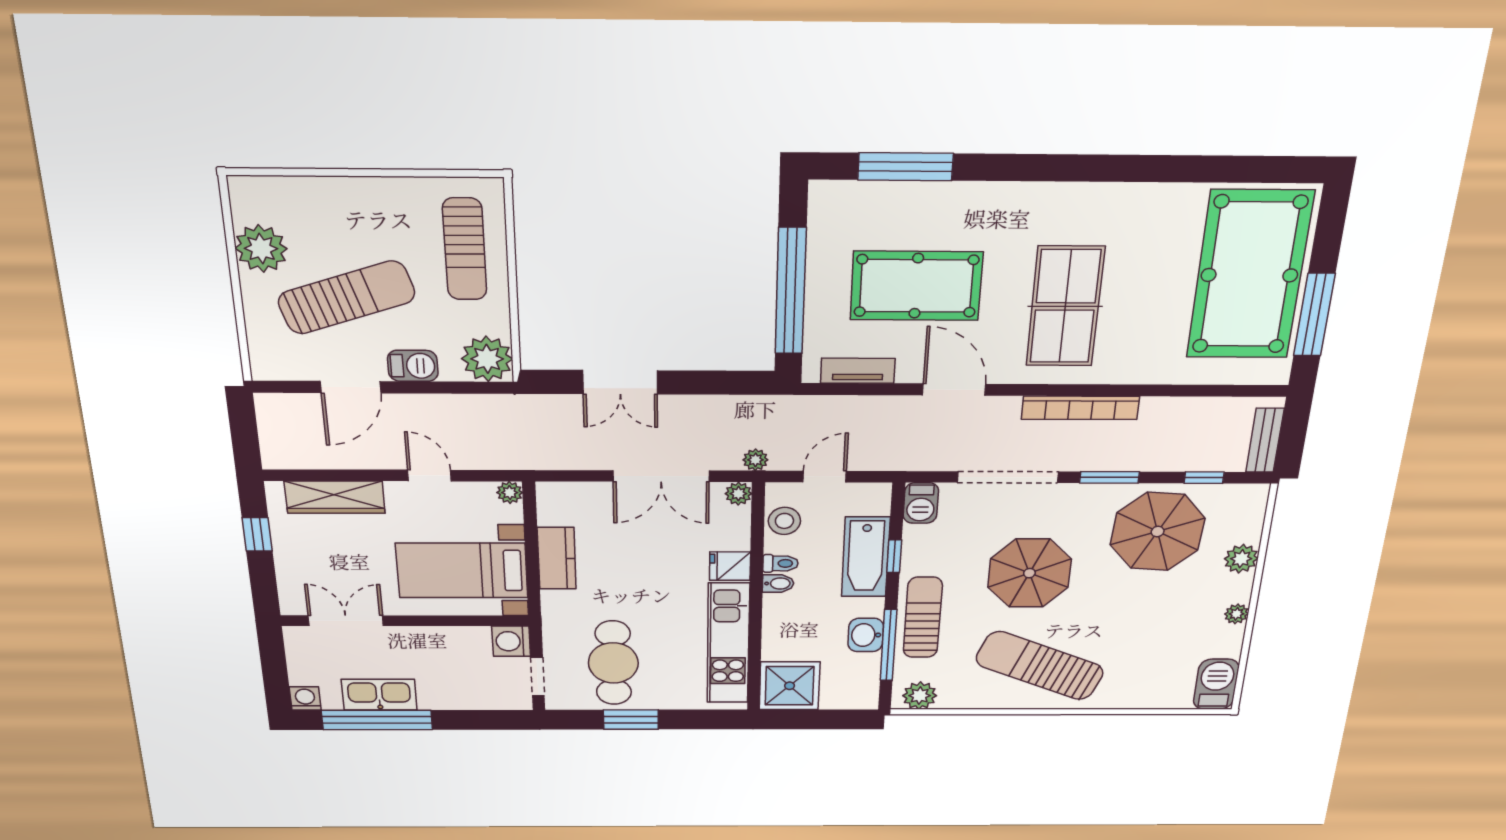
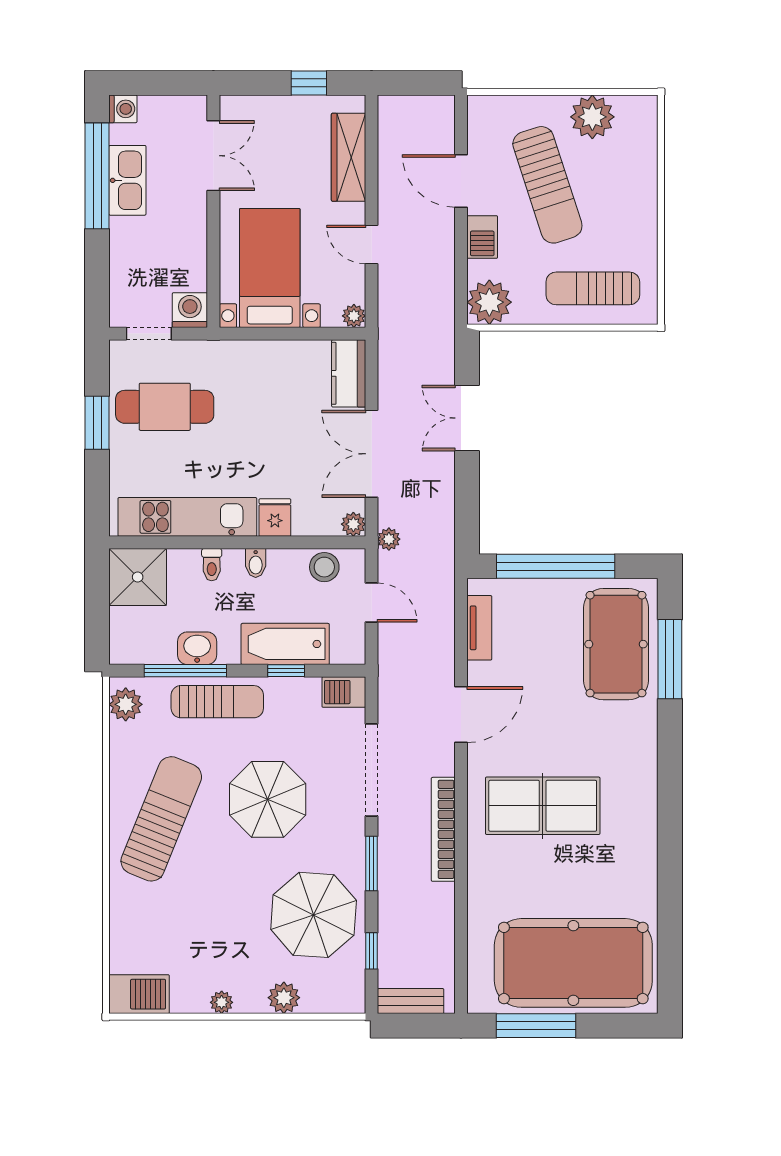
pool table: (916, 286) -> (616, 644), moved
door: (429, 476) -> (372, 244), swing flipped
kitchen counter: (557, 558) -> (349, 373), moved, turned 90
toilet: (780, 563) -> (212, 565), moved

